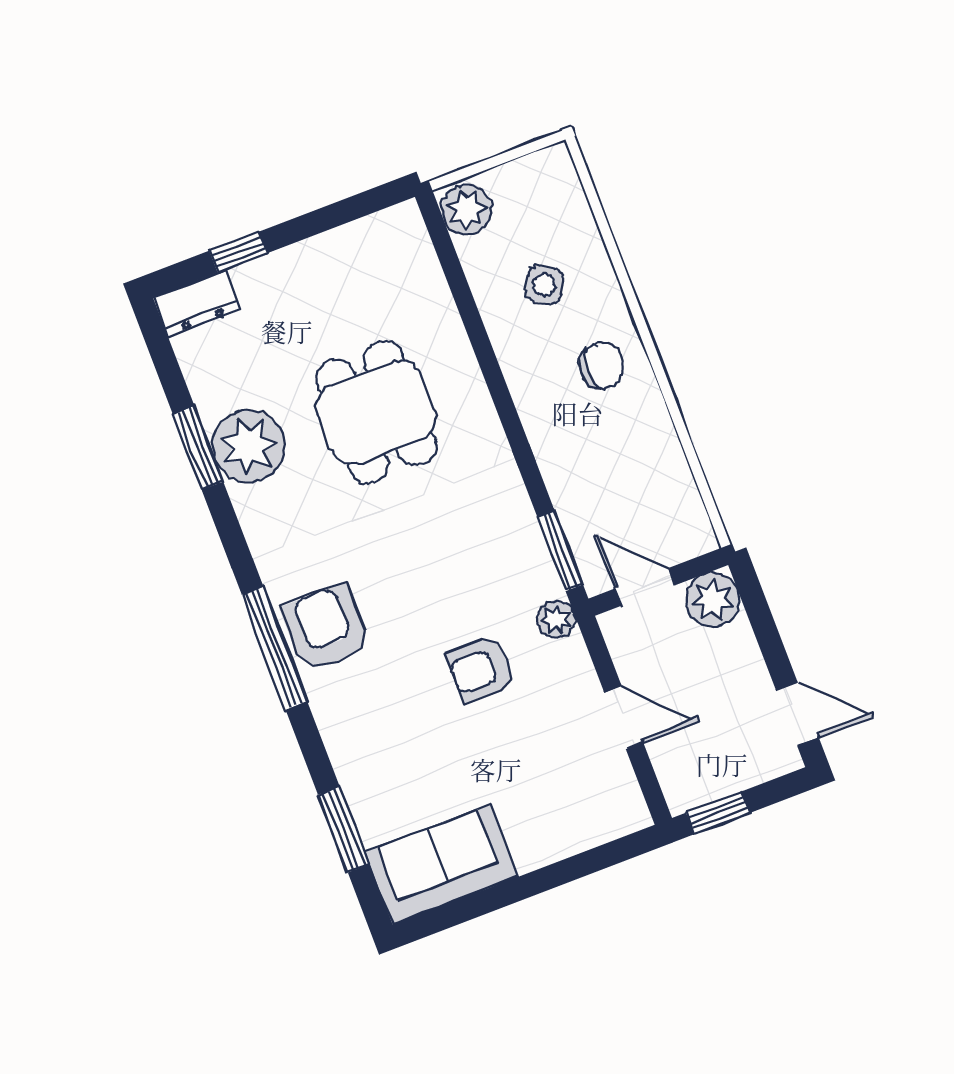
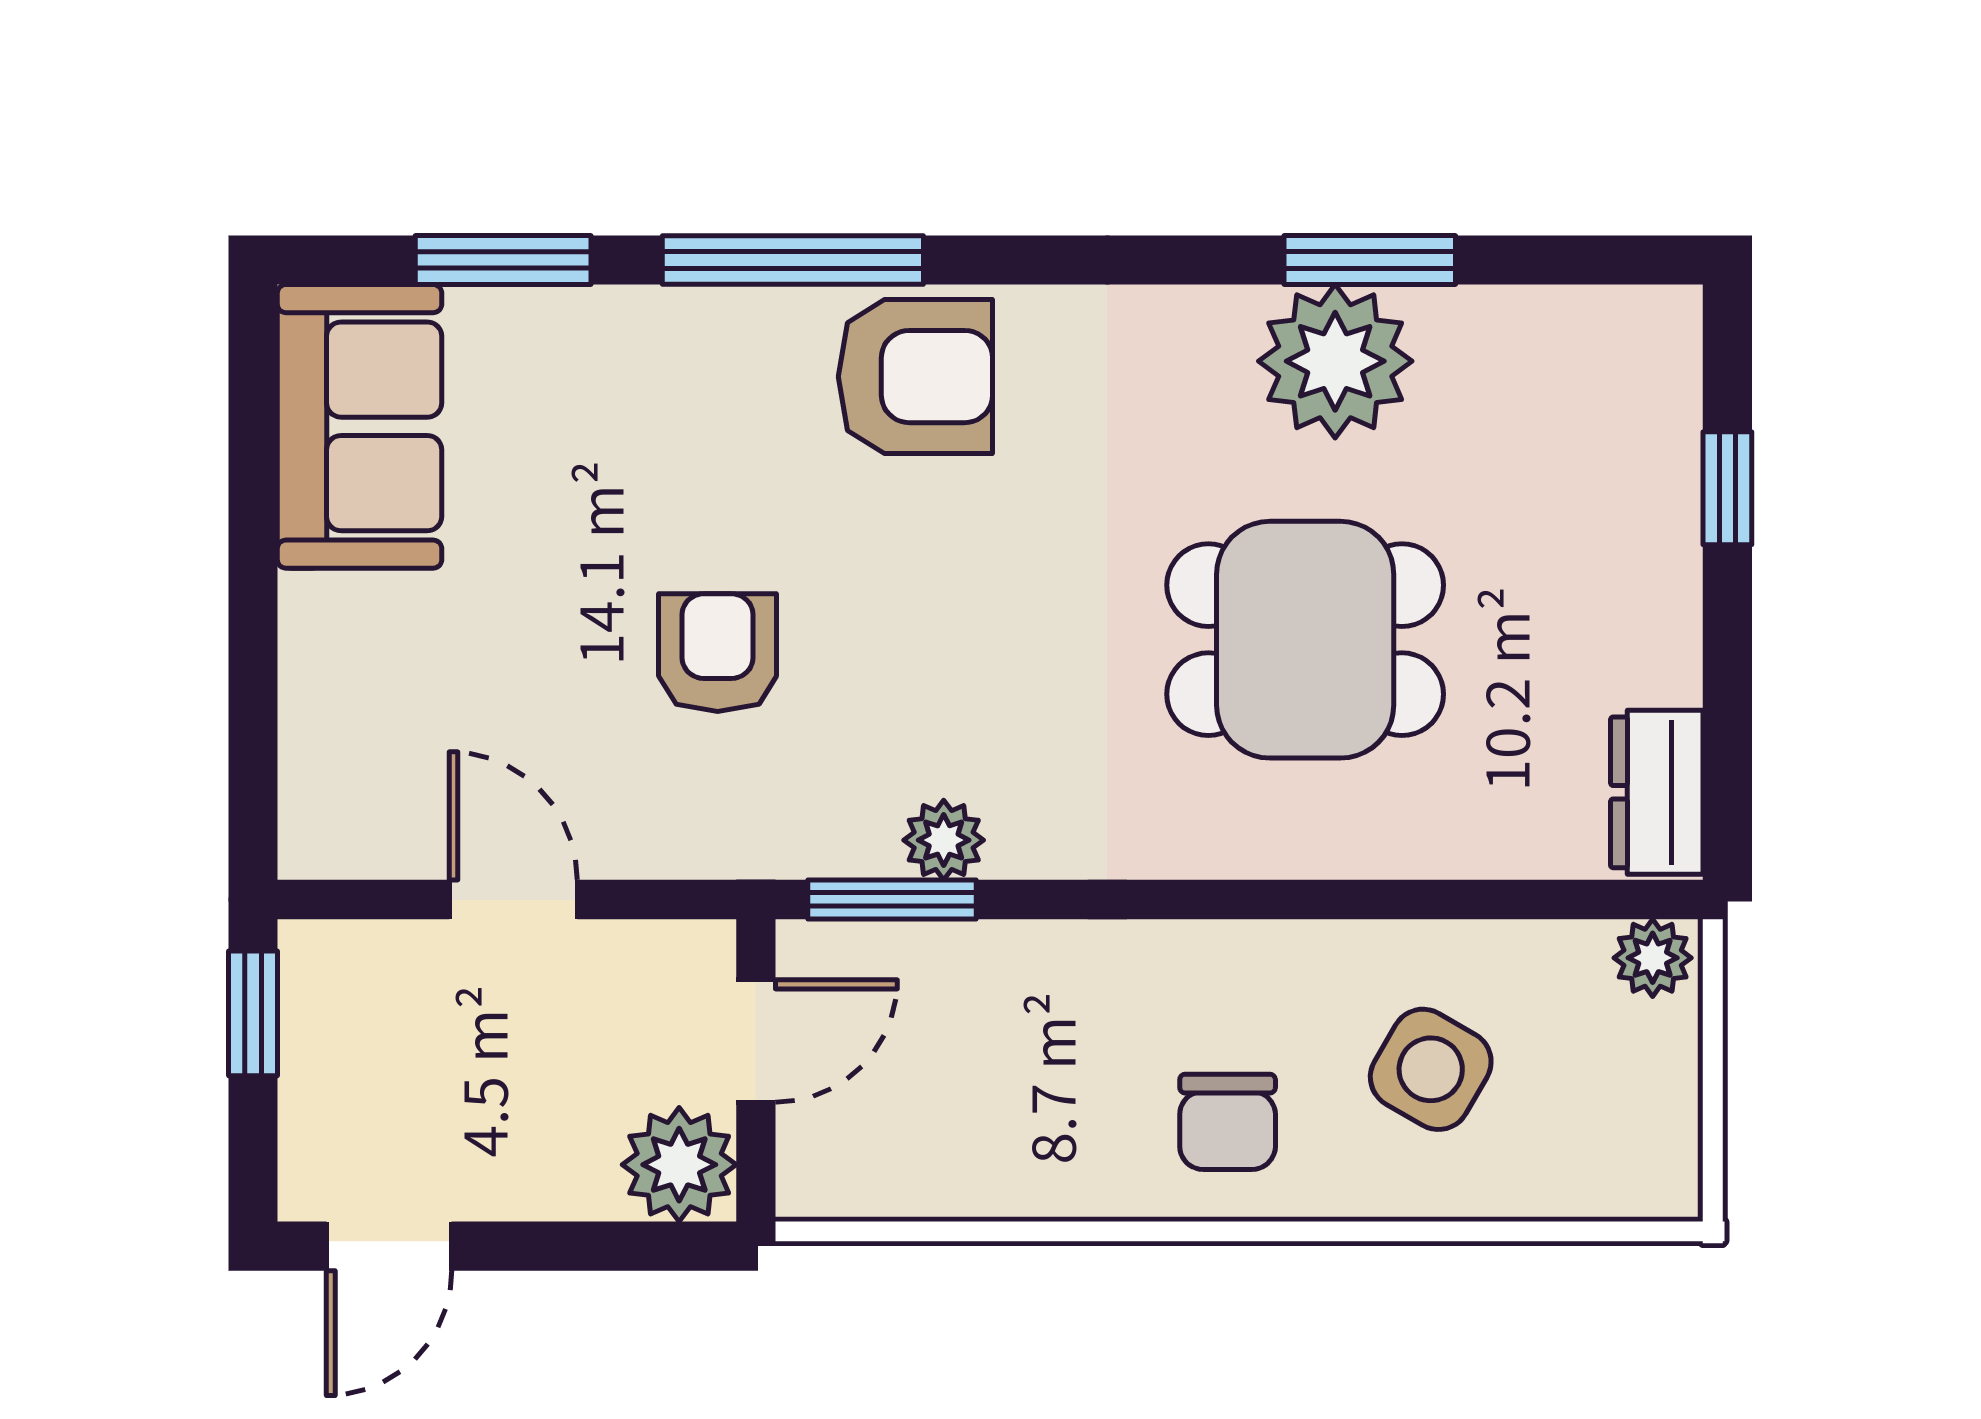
plant: (467, 210) -> (1653, 958), width x0.73, depth x0.73
side table: (544, 285) -> (1431, 1069), width x1.37, depth x1.37
dresser: (197, 303) -> (1657, 792), moved
plant: (556, 620) -> (944, 840), moved
window: (275, 648) -> (793, 260), moved
door: (624, 718) -> (513, 900), swing flipped

